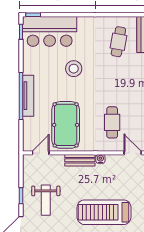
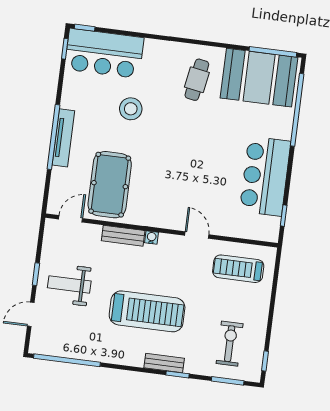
cafe table: (112, 122) -> (174, 189), removed
weight bench: (46, 200) -> (69, 284), turned 90
treadmill: (104, 212) -> (147, 311), turned 180

